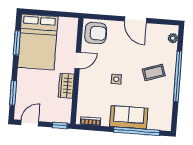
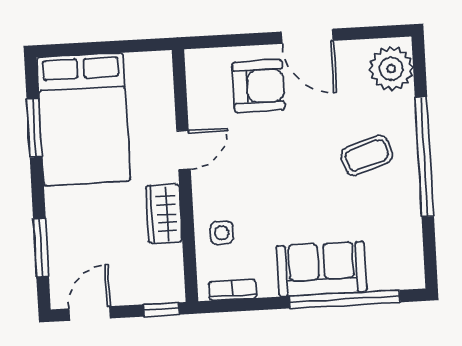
armchair: (96, 33) -> (258, 86), moved
plant: (173, 38) -> (391, 69), width x1.88, depth x1.88
side table: (116, 79) -> (222, 233), moved

